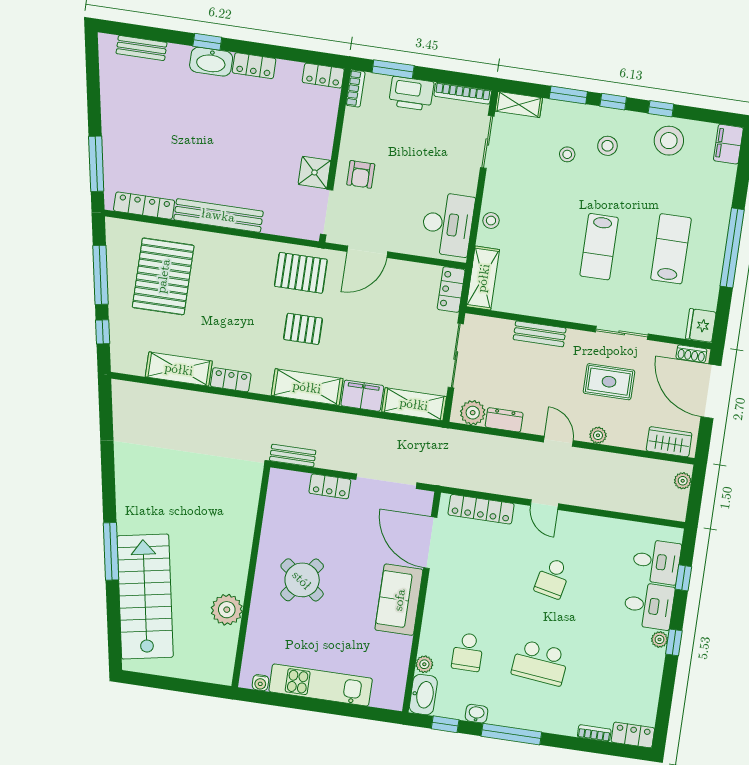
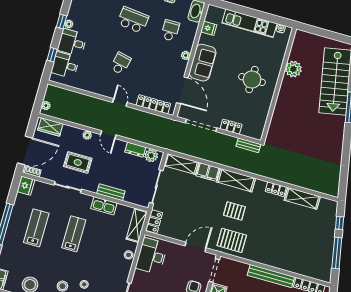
lab bench: (671, 249) -> (36, 228), turned 180
pallet: (163, 276) -> (304, 248), removed
kitchen sink: (549, 307) -> (104, 206), added
door: (711, 391) -> (25, 150), hinge flipped
round table: (302, 580) -> (252, 80), turned -37
plant: (424, 664) -> (186, 55), moved
fridge: (396, 665) -> (209, 28), added

